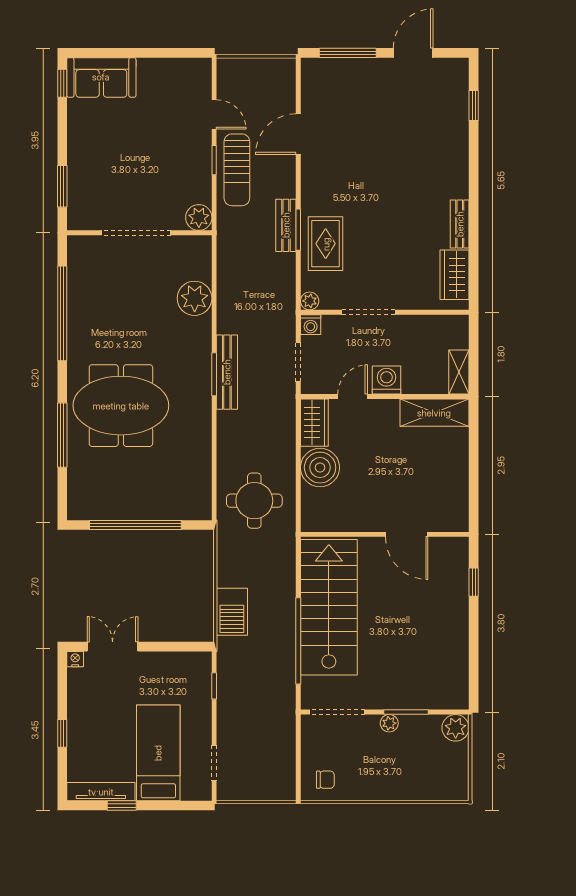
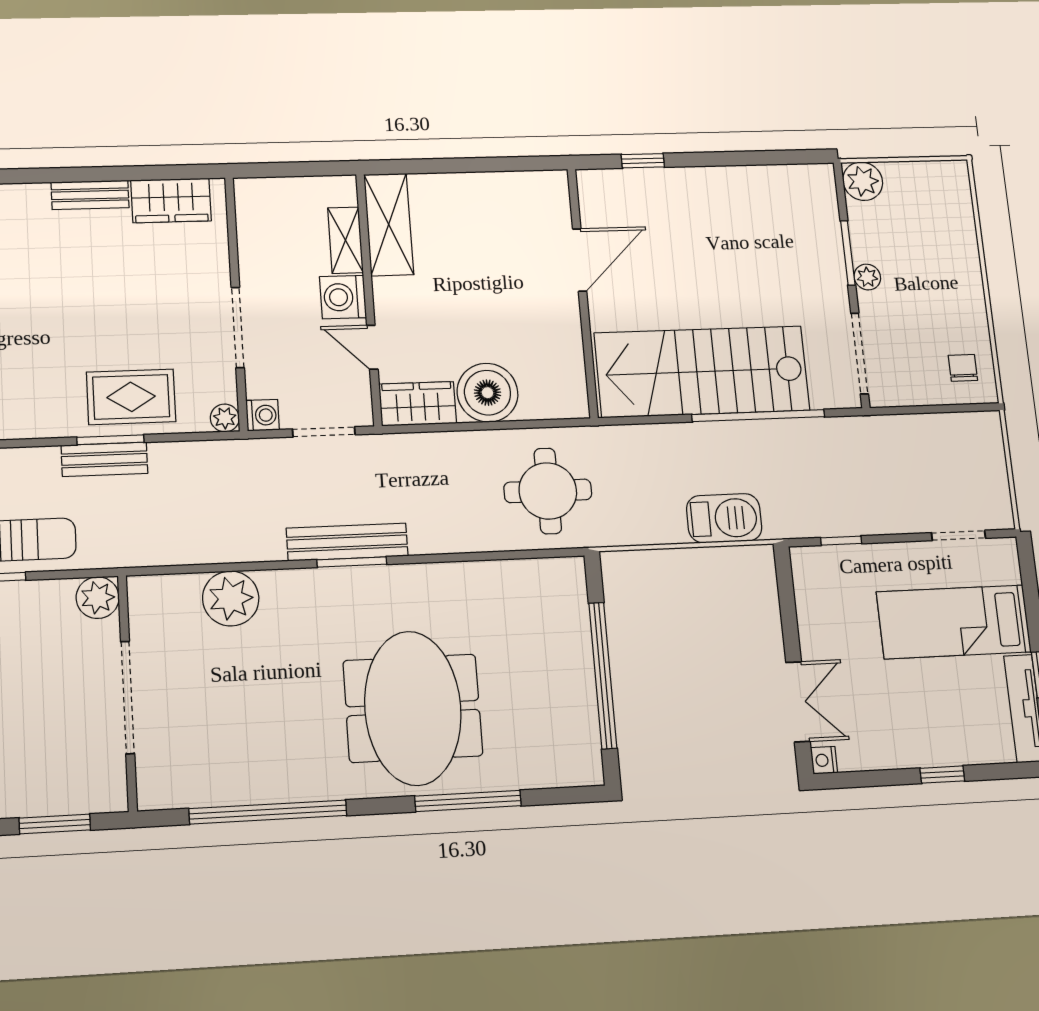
shelving: (459, 372) -> (345, 240), moved, turned 90
double door: (113, 647) -> (798, 702), swing flipped

